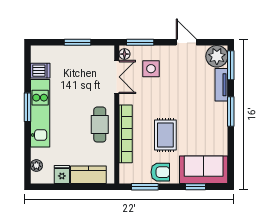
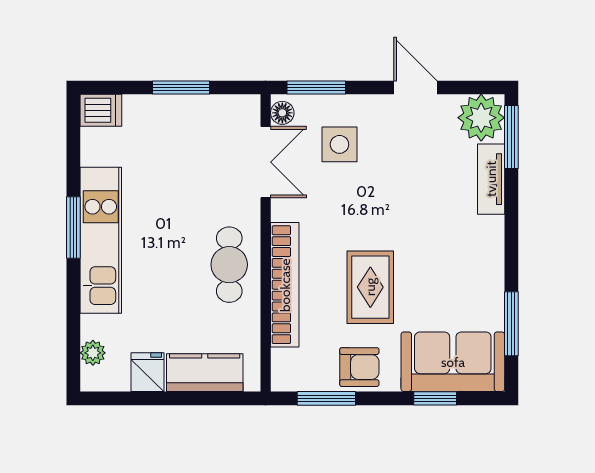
dishwasher: (40, 71) -> (101, 110), moved
window: (231, 111) -> (511, 324), moved

